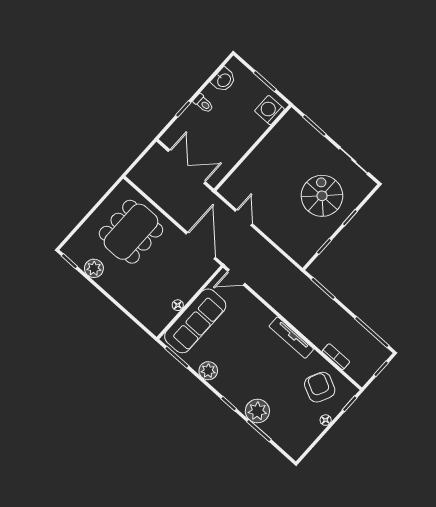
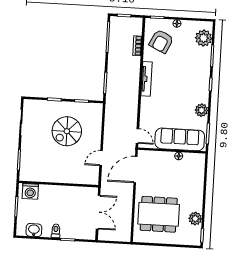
double door: (187, 167) -> (98, 212), swing flipped
spiral stairs: (322, 196) -> (67, 131), moved
plant: (257, 411) -> (204, 38), moved

